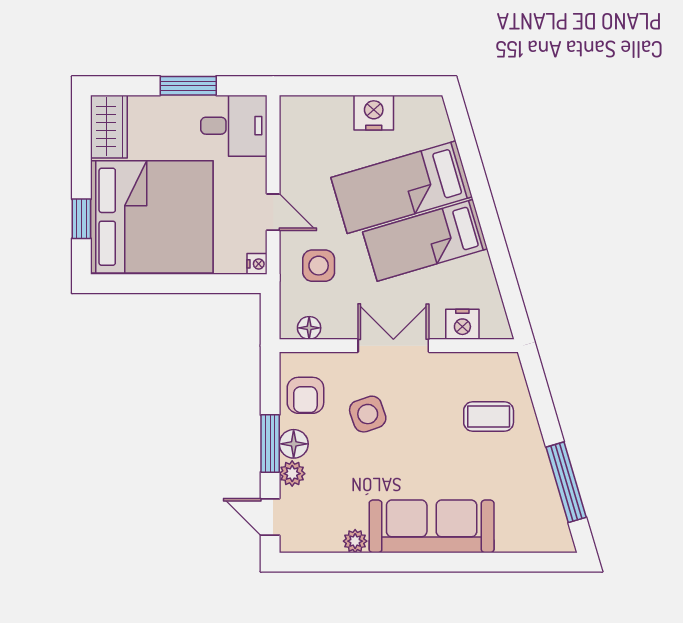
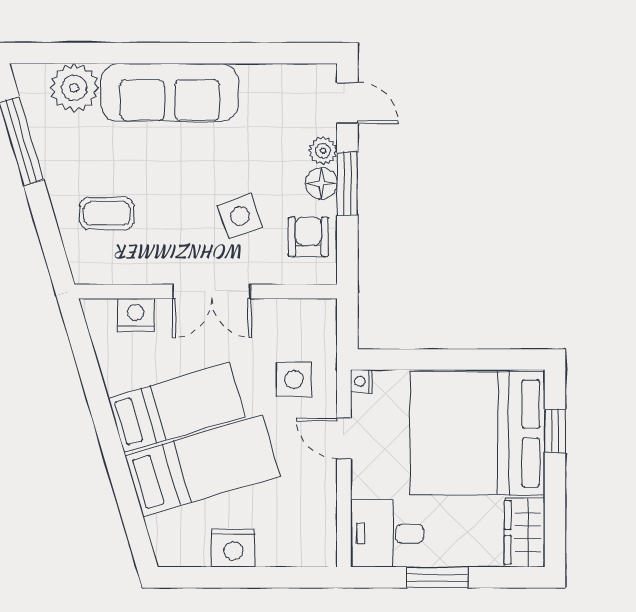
floor lamp: (309, 328) -> (304, 311), removed
plant: (355, 541) -> (74, 88), moved, width x1.87, depth x1.87

